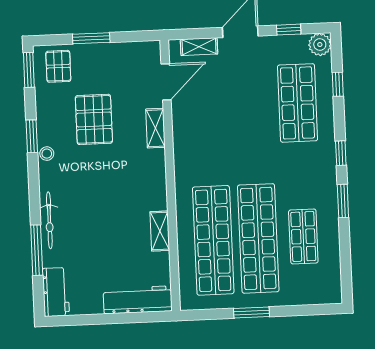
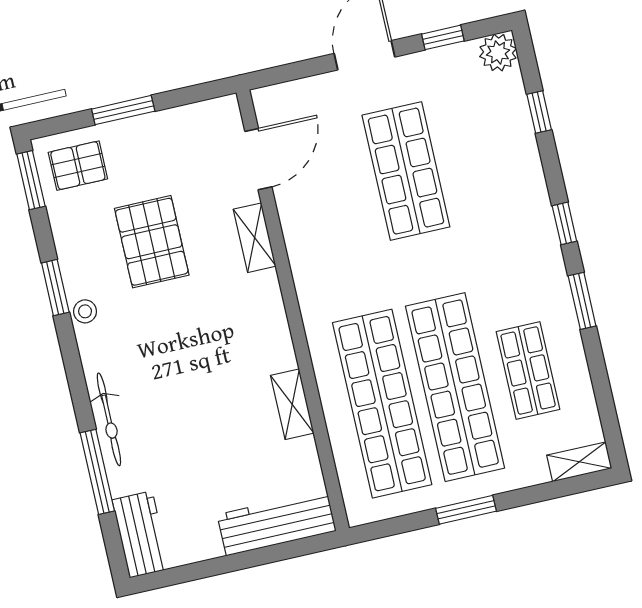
shelving: (199, 47) -> (579, 462), moved
pallet: (58, 66) -> (78, 166), turned 90
shop shelf: (298, 103) -> (406, 171), moved

